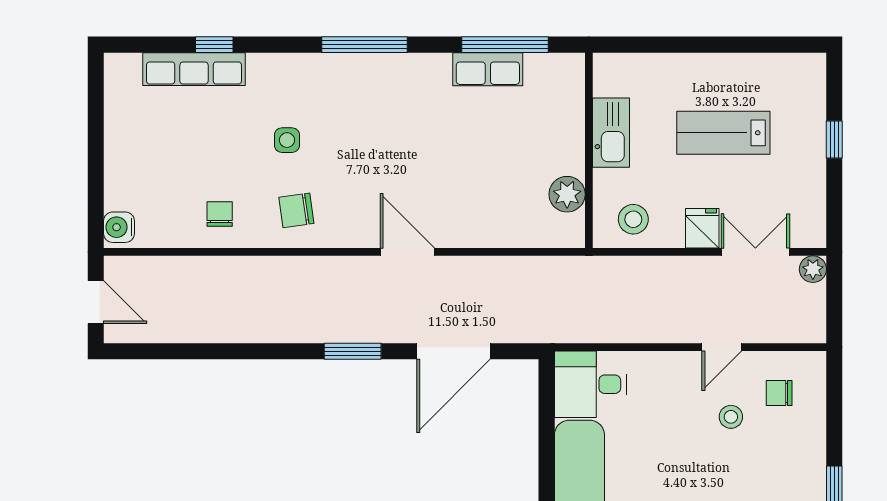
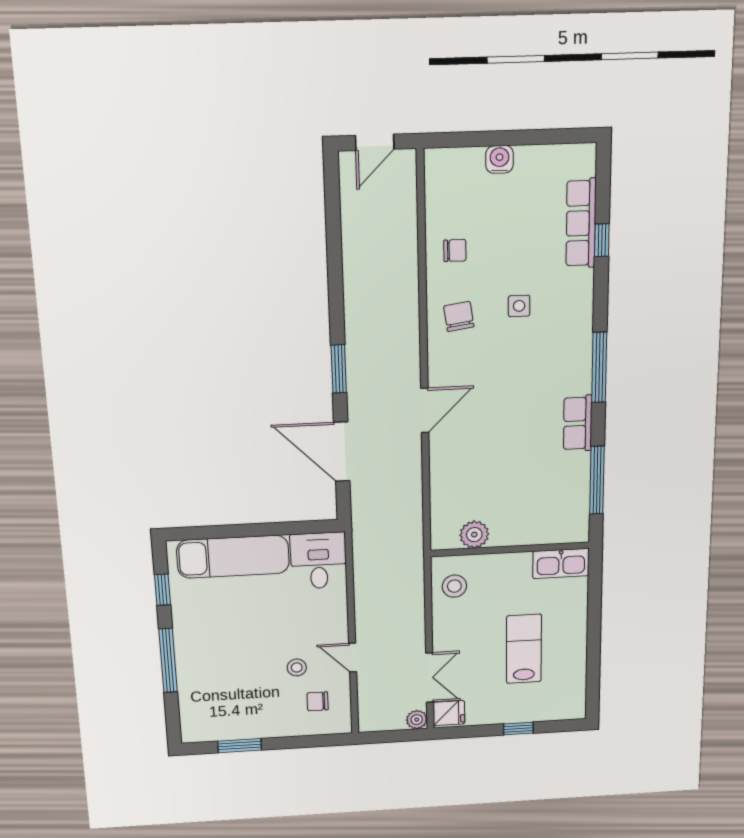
row of seats: (488, 69) -> (578, 423), moved
kitchen sink: (611, 133) -> (561, 563), moved
water cooler: (119, 227) -> (499, 159), moved
fridge: (702, 228) -> (449, 713), moved
chair: (779, 393) -> (318, 701), turned -90

